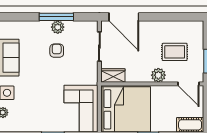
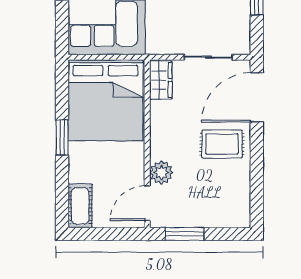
rug: (175, 52) -> (222, 144), moved, turned 90
plant: (158, 75) -> (161, 173), moved

